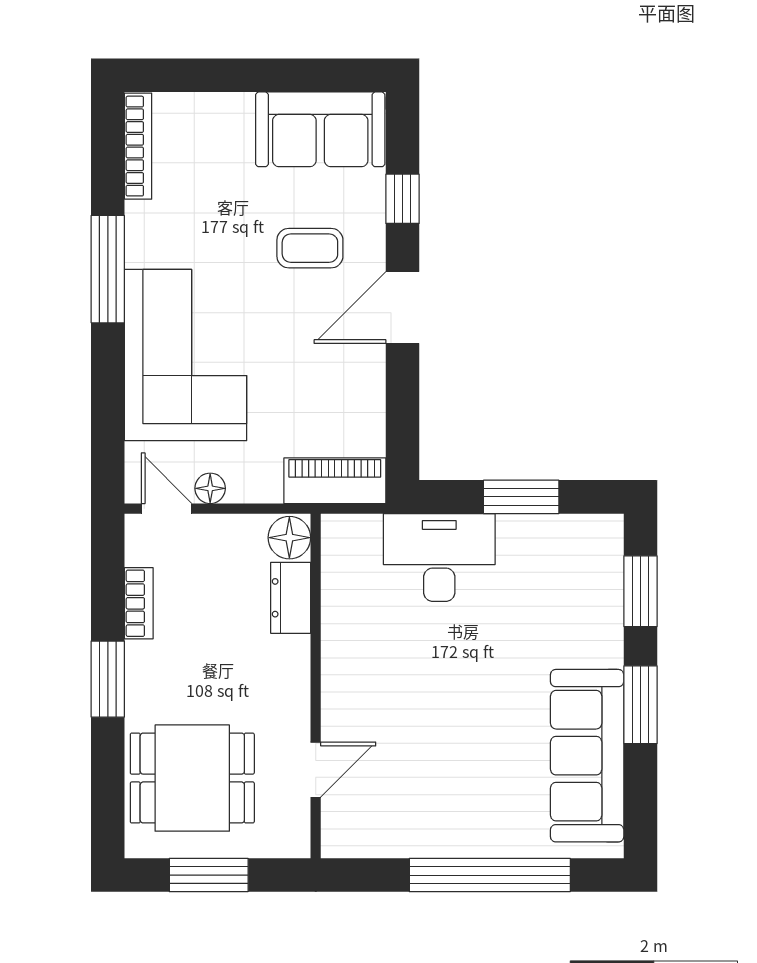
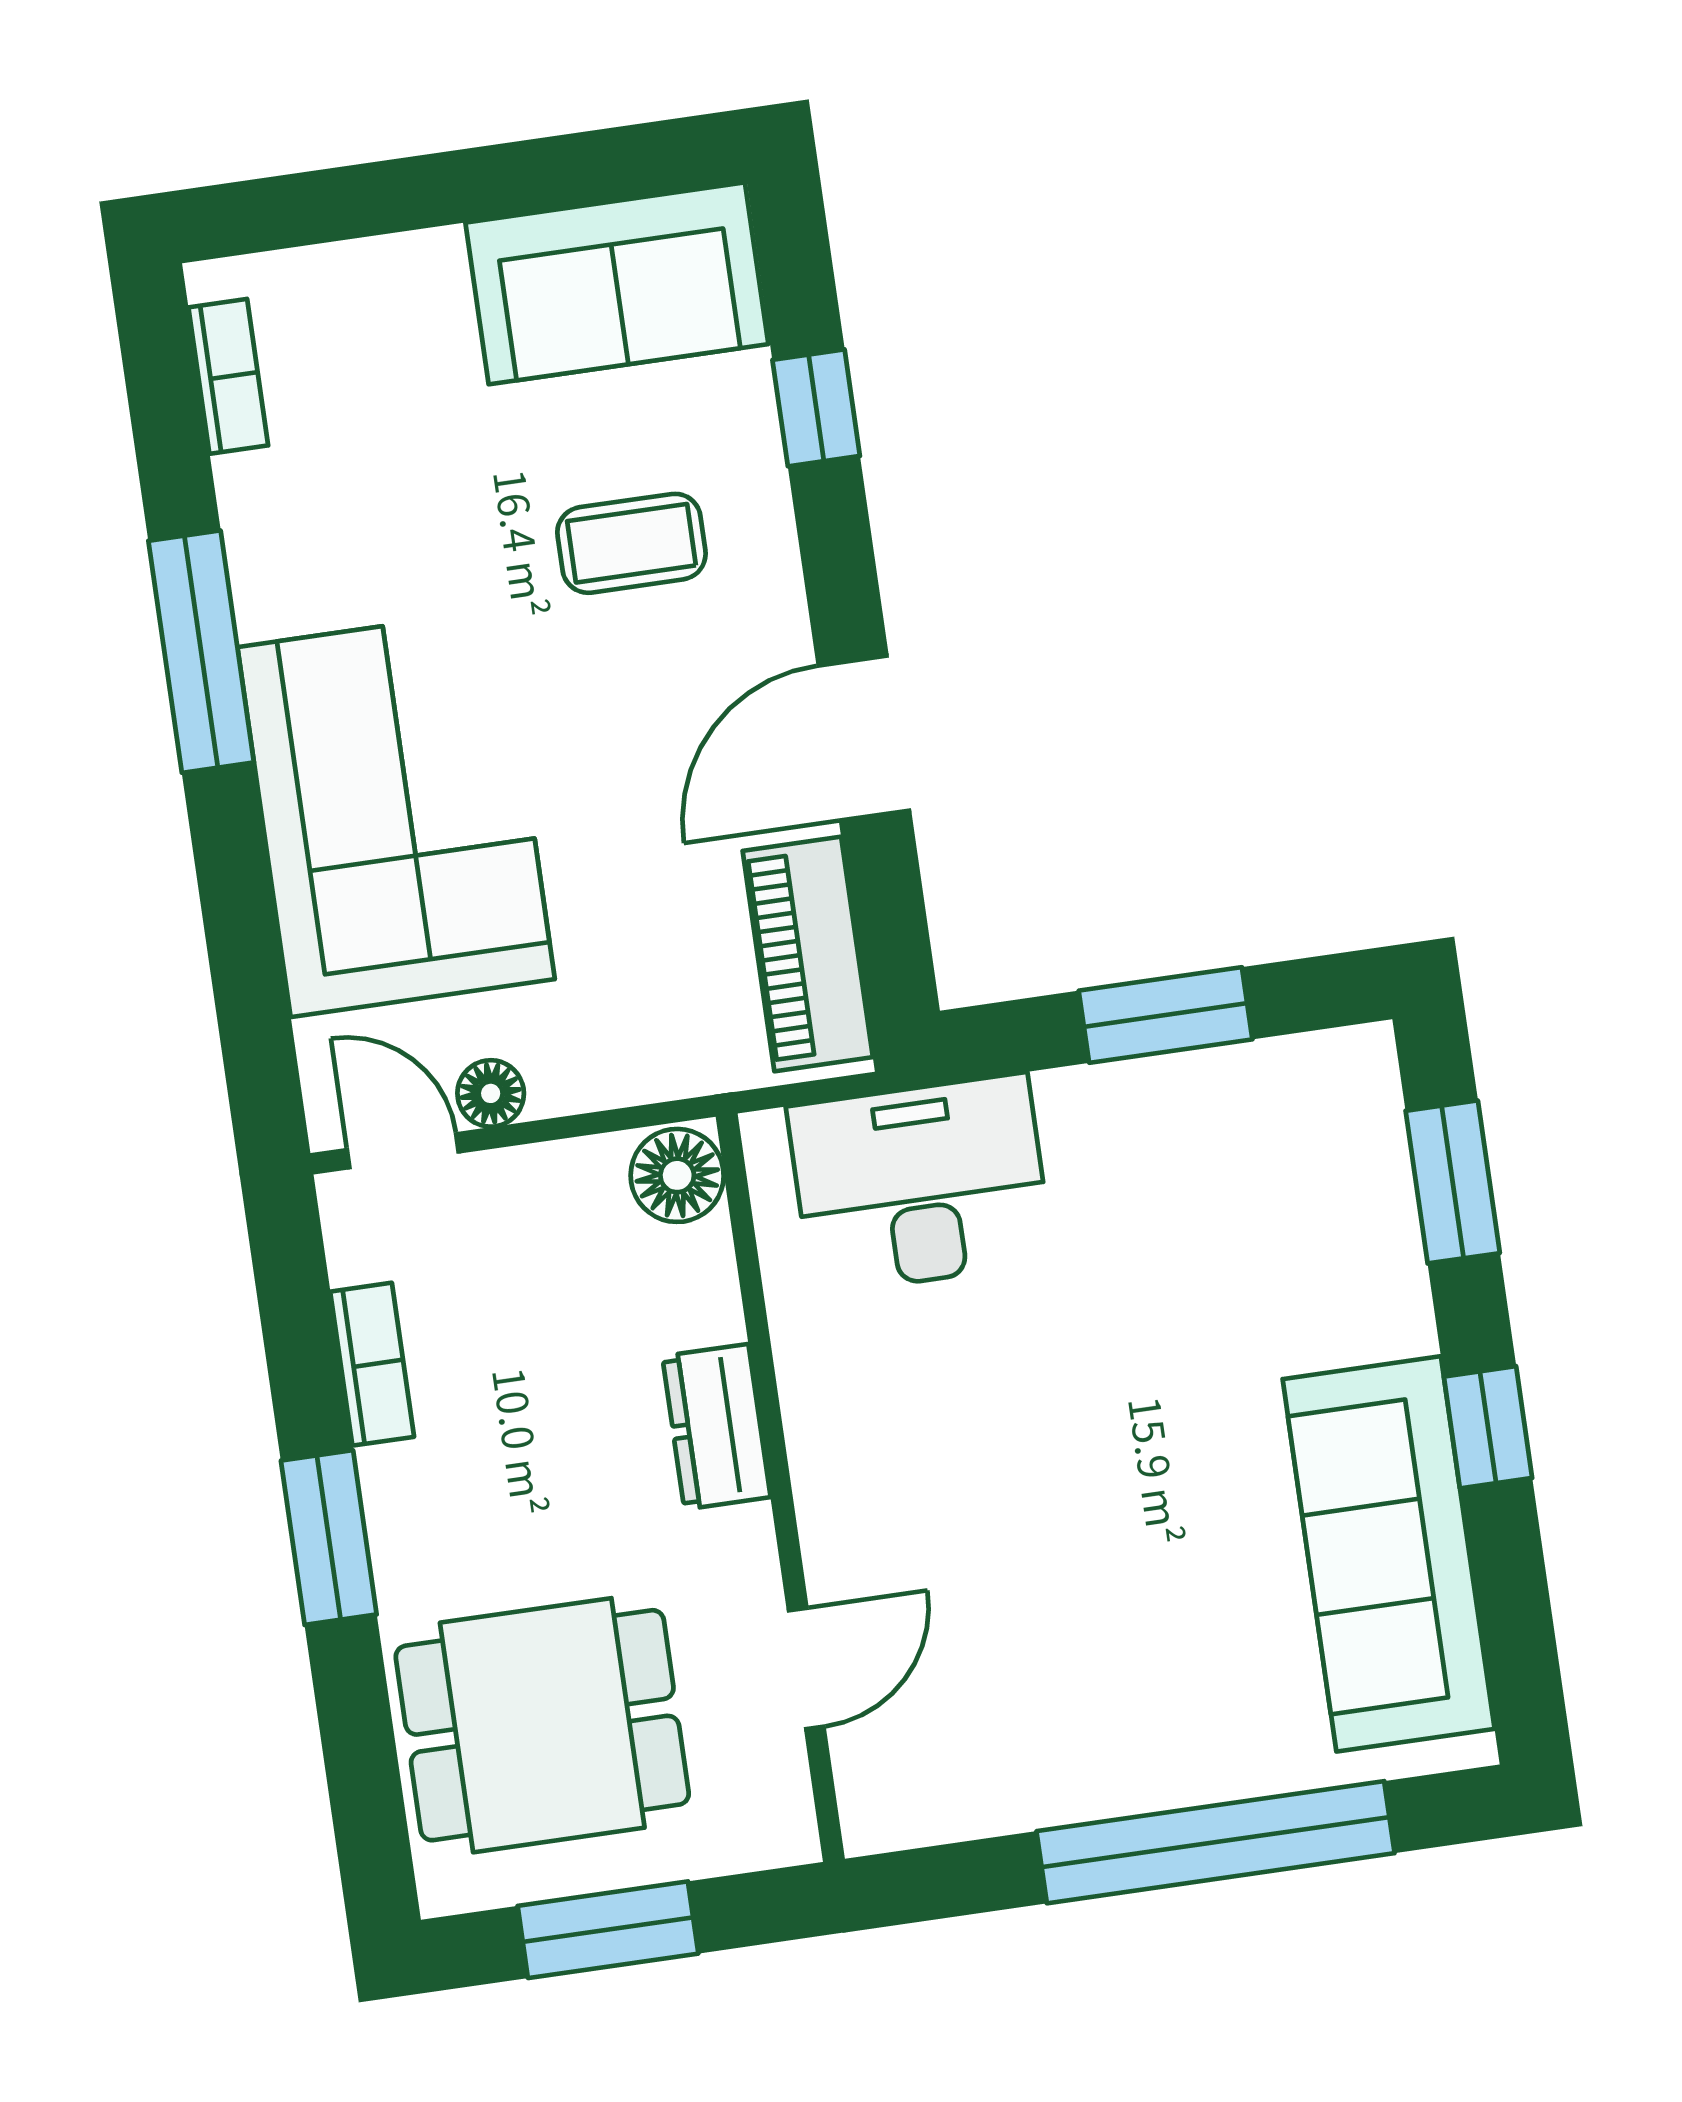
bookcase: (138, 146) -> (228, 376), width x0.64
door: (403, 308) -> (864, 738), moved
piano: (335, 481) -> (808, 954), moved, turned -90
desk: (439, 557) -> (920, 1184), moved
dresser: (291, 598) -> (716, 1427), moved
window: (640, 705) -> (1488, 1427), width x0.67

